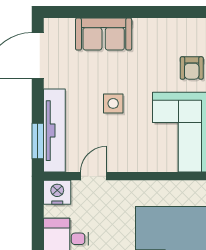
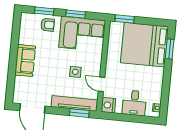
sofa: (104, 34) -> (25, 61), moved
side table: (113, 103) -> (75, 72), moved

